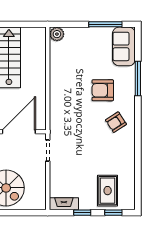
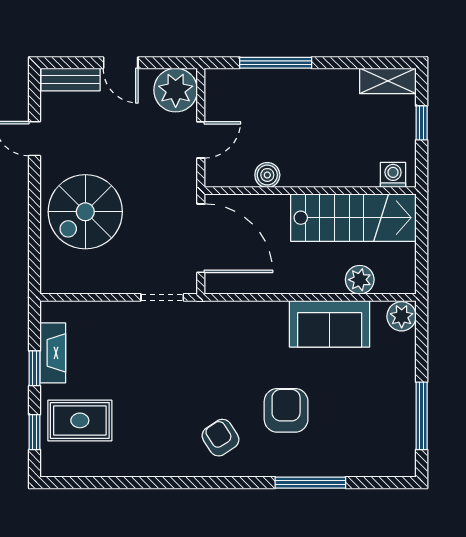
sofa: (124, 46) -> (330, 324), moved, turned 180
plant: (39, 54) -> (360, 280), added
fireplace: (64, 204) -> (53, 353), moved

